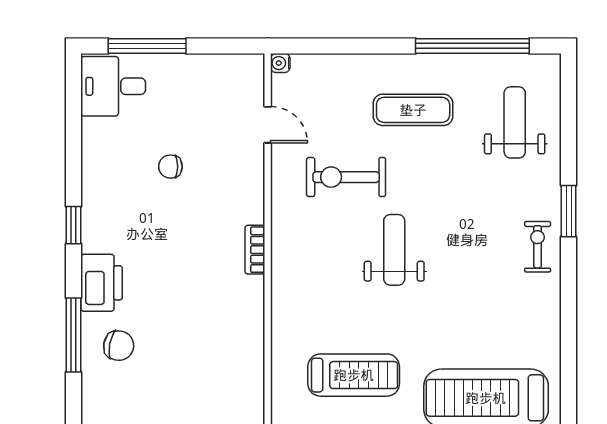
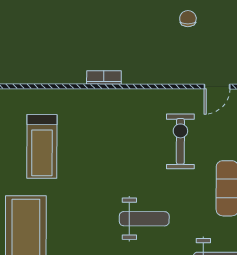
bookcase: (255, 250) -> (104, 77), moved
weight bench: (394, 250) -> (144, 219), moved

